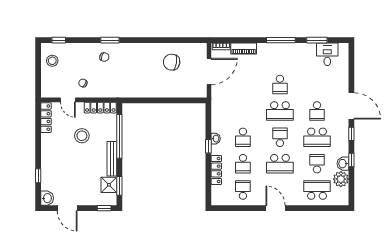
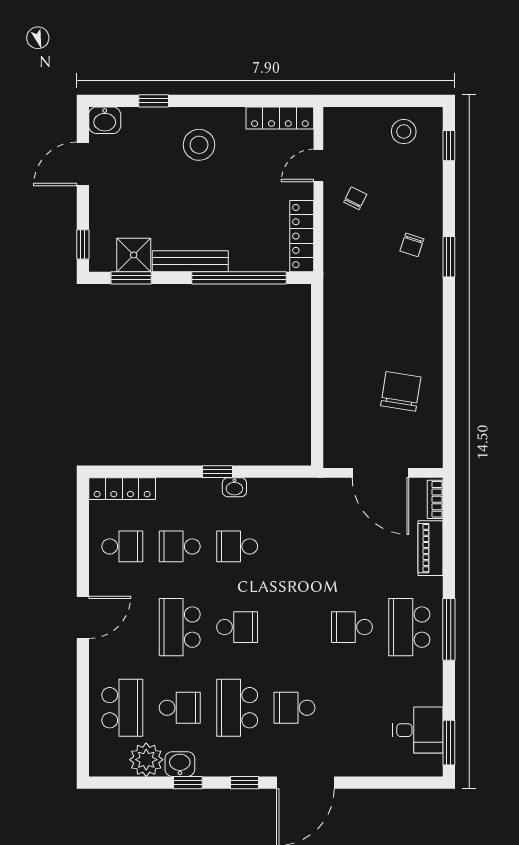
window: (317, 40) -> (449, 743), moved
school desk: (280, 111) -> (409, 627), moved
stool: (82, 136) -> (199, 145), moved
locker: (216, 170) -> (122, 489), moved

